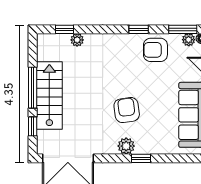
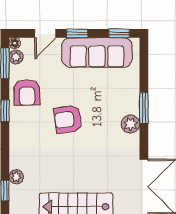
armchair: (127, 110) -> (68, 119), moved
window: (141, 158) -> (144, 108), width x1.50

